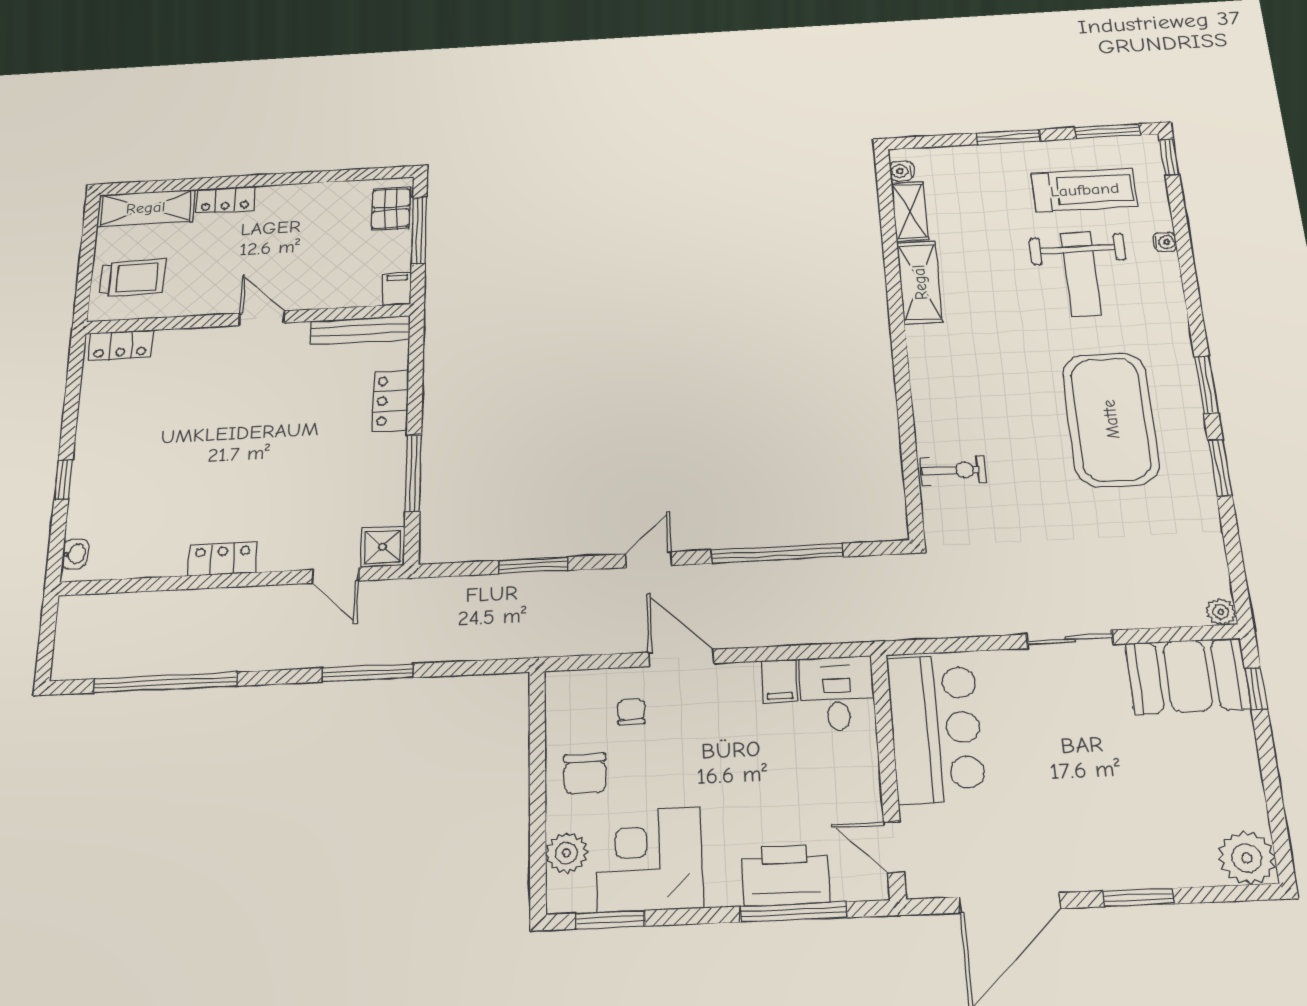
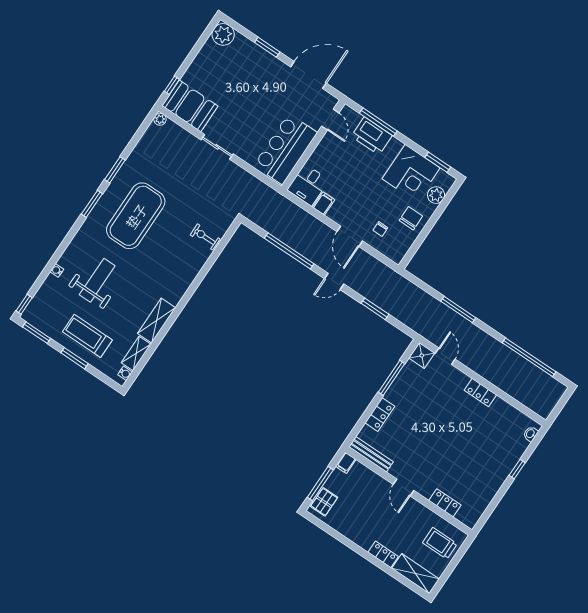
treadmill: (1085, 190) -> (87, 336), moved
locker: (121, 345) -> (445, 503), moved

